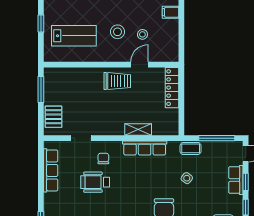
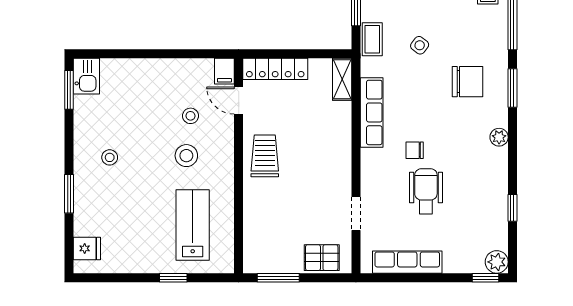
filing cabinet: (171, 12) -> (224, 71), moved
door: (139, 65) -> (239, 100), moved
shelving: (138, 130) -> (342, 79), moved
chair: (103, 159) -> (415, 150), moved
wheelchair: (95, 182) -> (426, 191), turned 180

